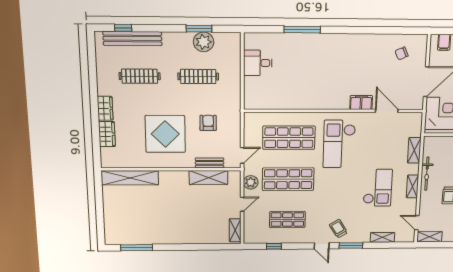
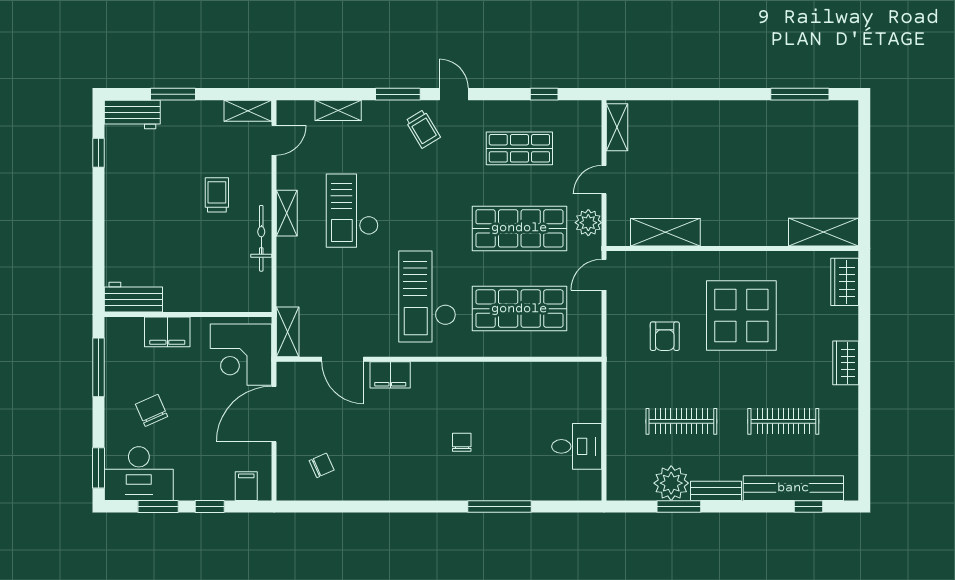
chair: (323, 66) -> (462, 442), added
wardrobe: (107, 134) -> (845, 282), moved
checkout: (339, 144) -> (427, 296), turned 180
shelving: (414, 150) -> (288, 332), moved
bench: (210, 163) -> (716, 491), moved
shelving: (130, 178) -> (824, 232), width x0.68
door: (417, 223) -> (274, 140), hinge flipped

